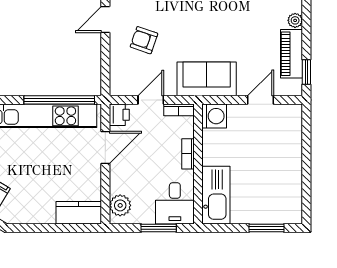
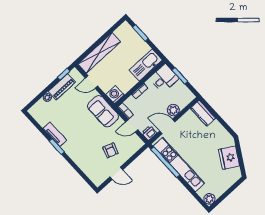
shelving: (291, 147) -> (99, 53), added
plant: (120, 205) -> (173, 110), moved

